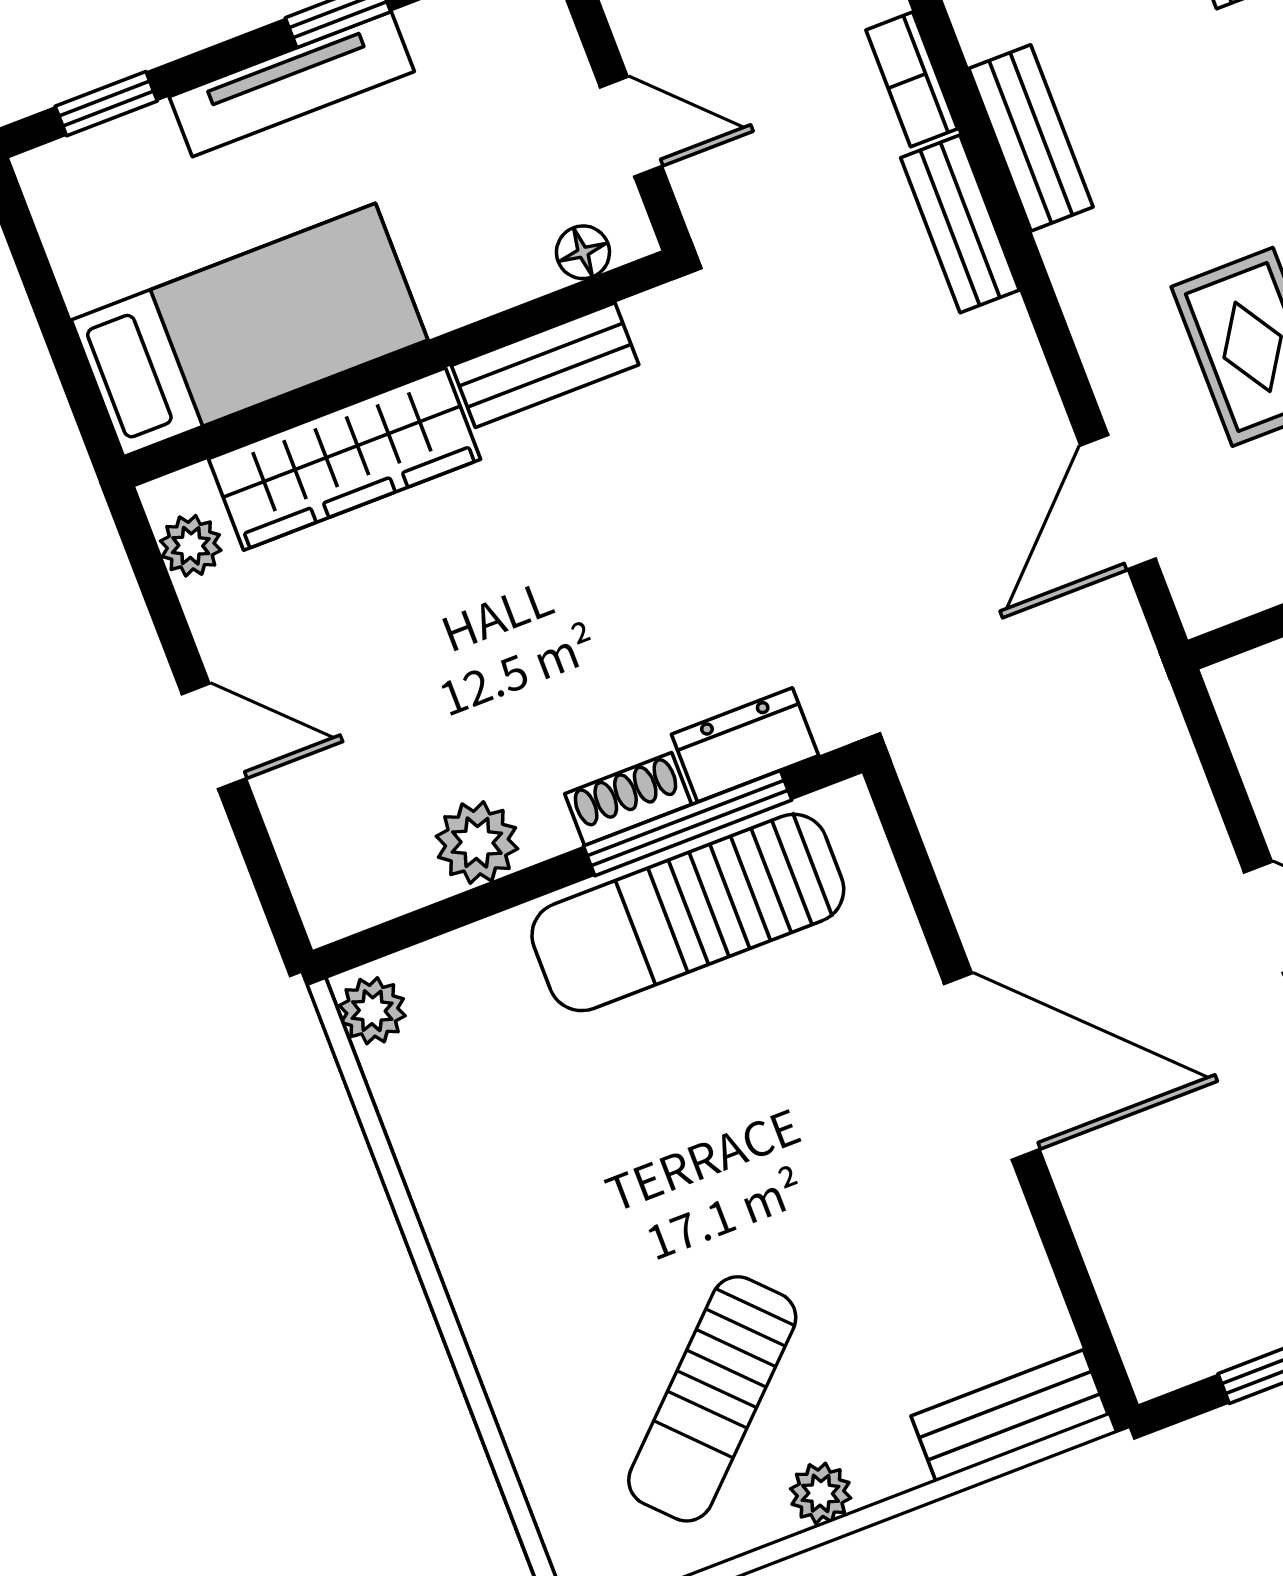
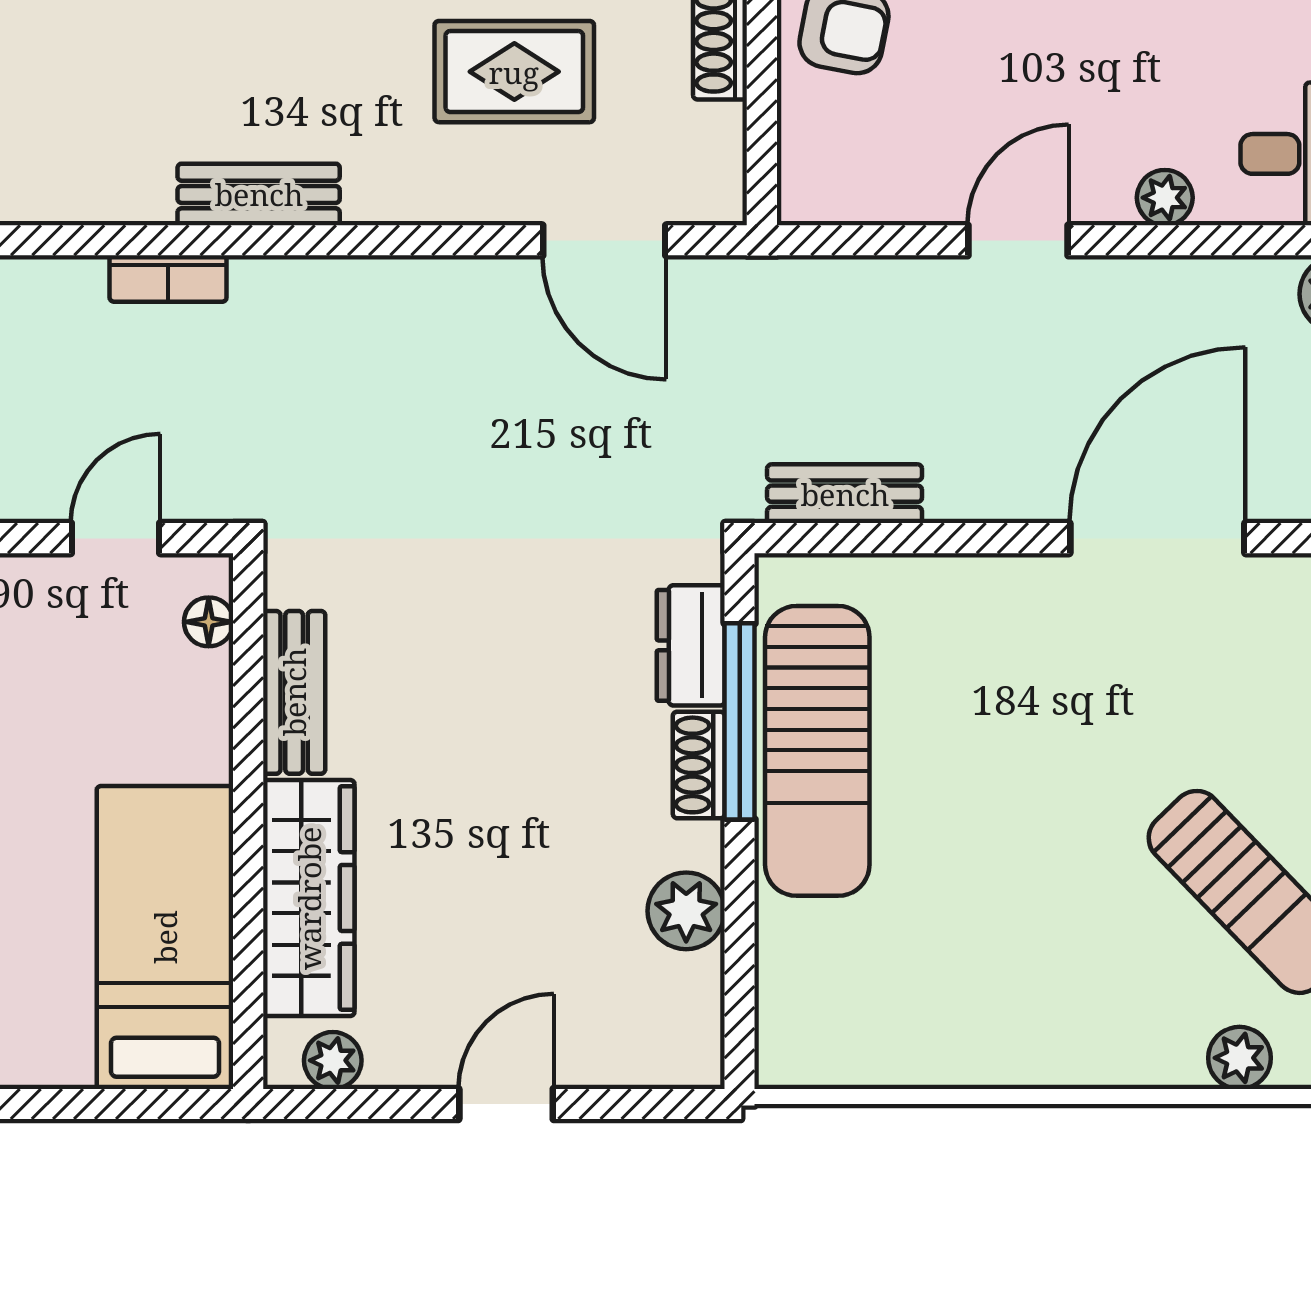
bench: (960, 224) -> (845, 494), moved
plant: (372, 1011) -> (1239, 1058), moved
door: (992, 1066) -> (1157, 538), moved

